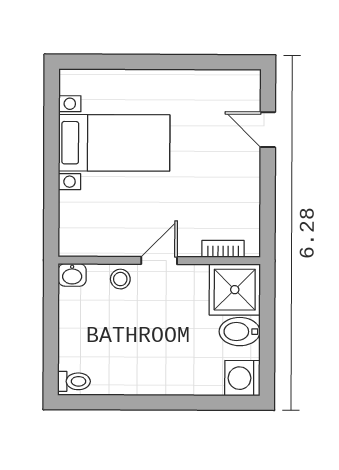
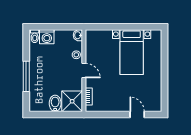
door: (268, 130) -> (137, 115), hinge flipped
washing machine: (242, 378) -> (47, 37), moved, turned 180
window: (173, 403) -> (26, 76), added

